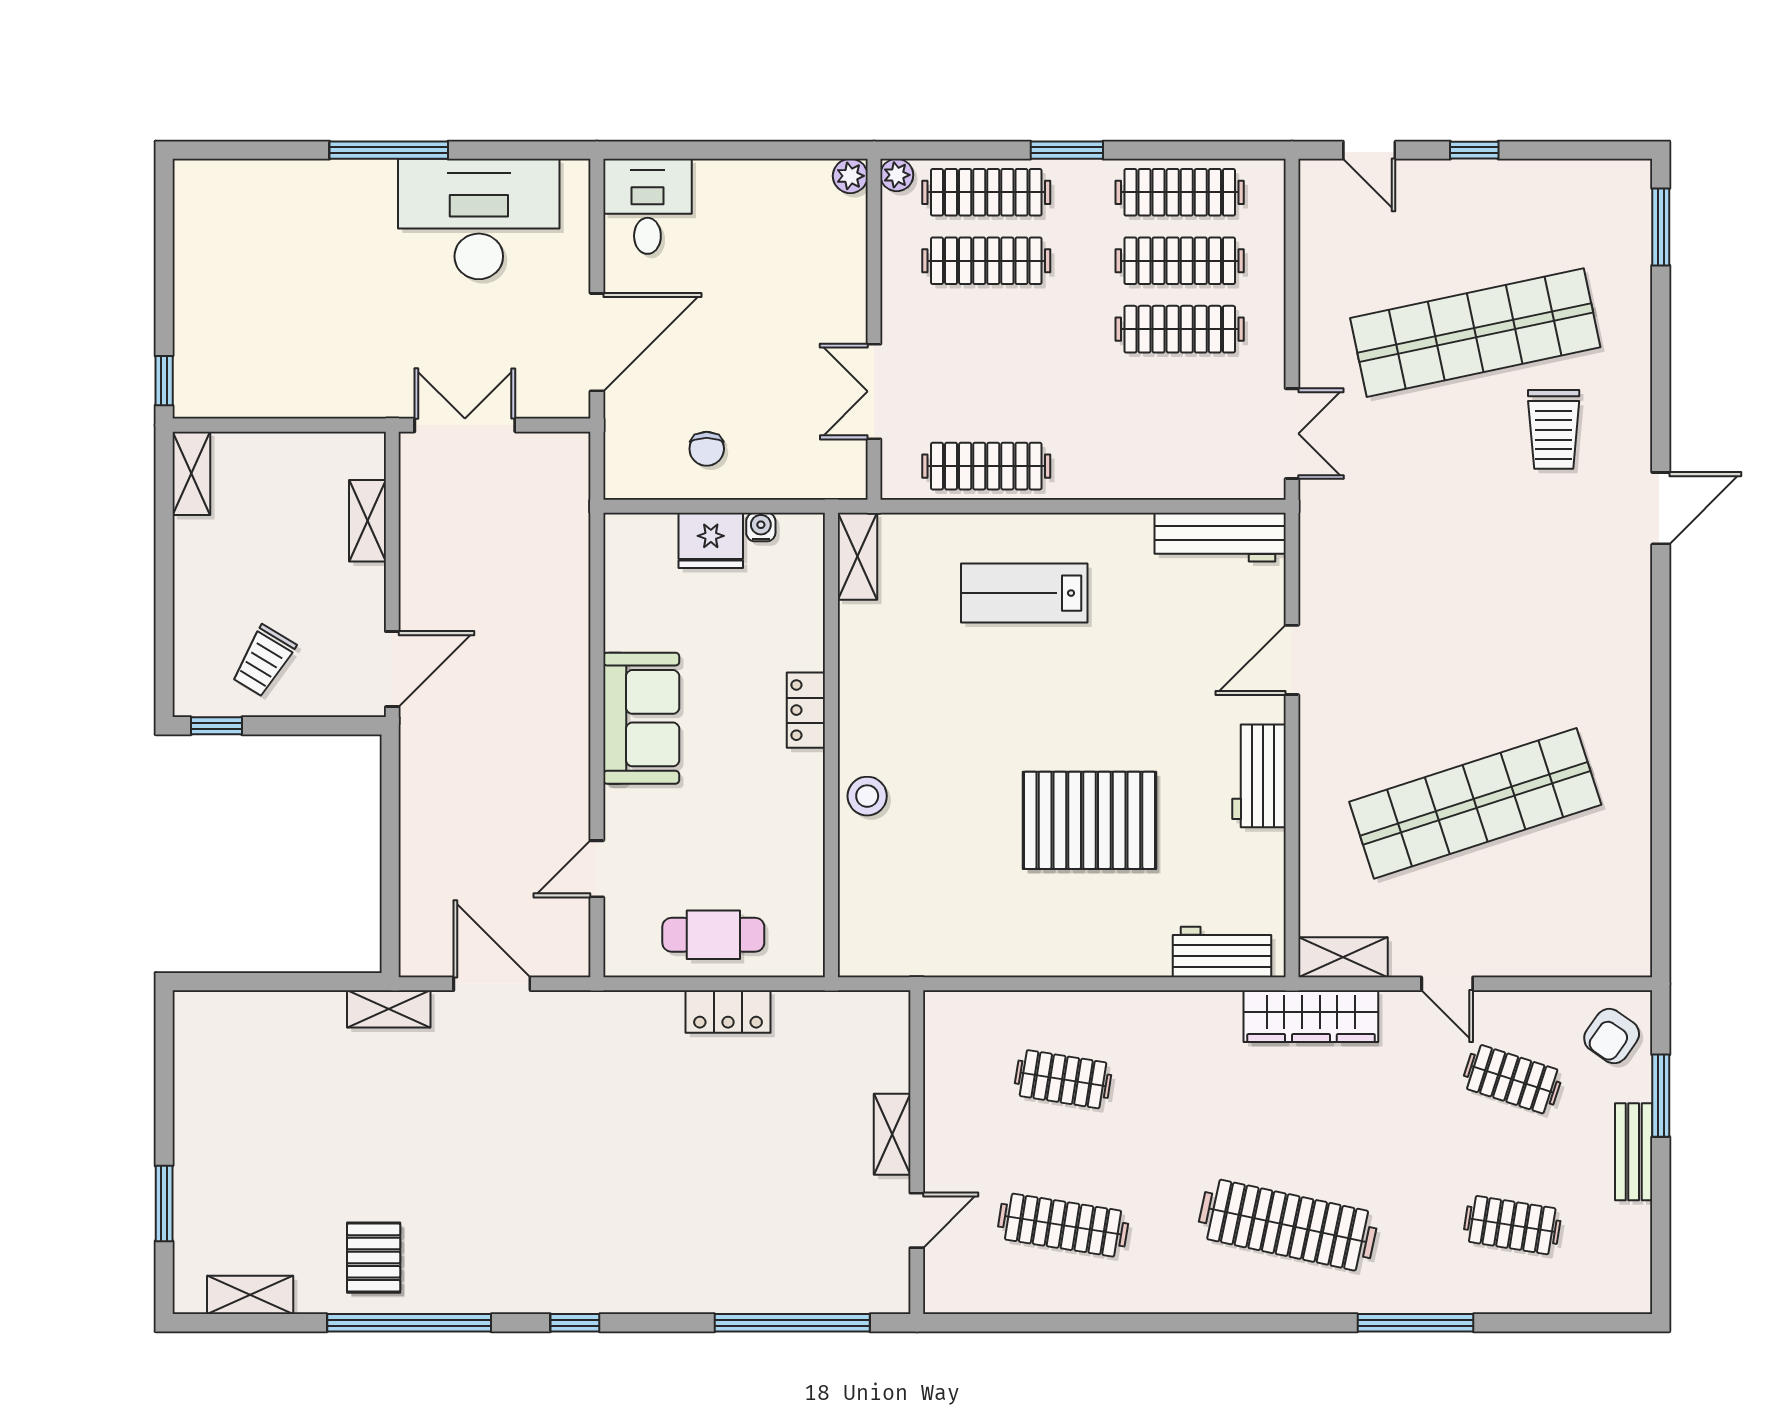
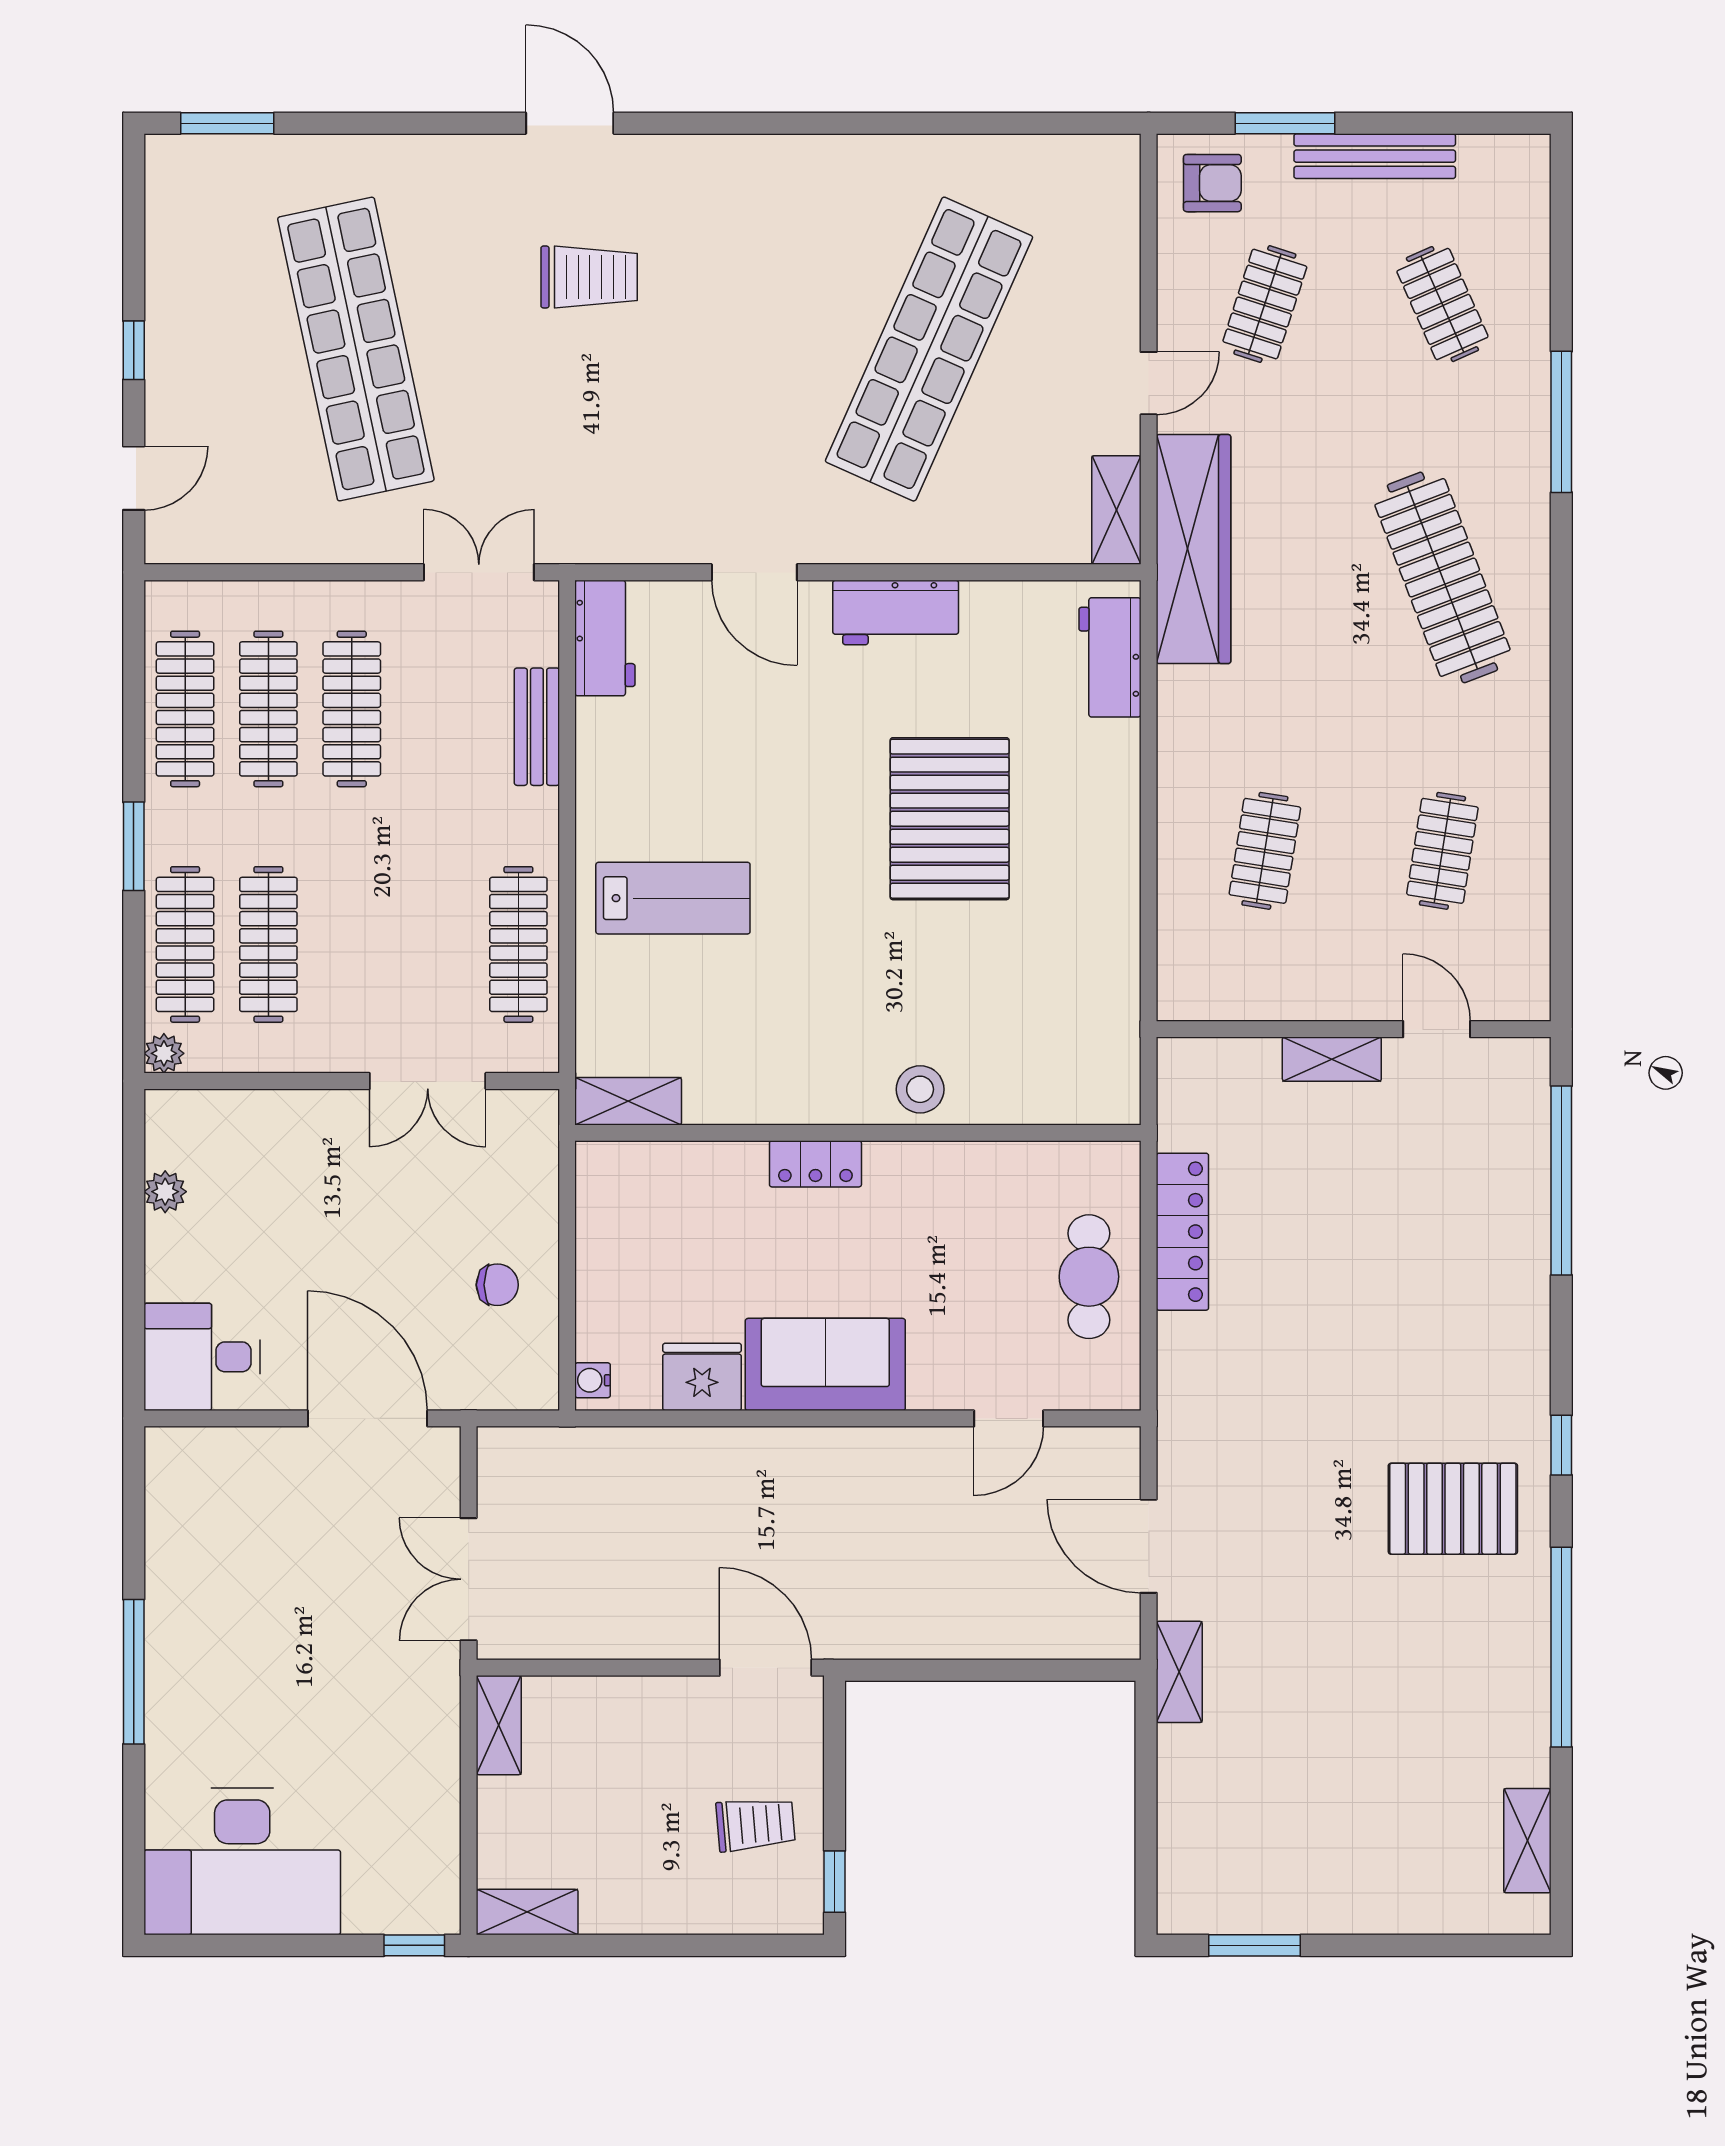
plant: (850, 176) -> (165, 1192), moved
desk: (479, 219) -> (242, 1862), moved, turned -90
trolley: (1554, 429) -> (589, 277), moved
bench: (1165, 481) -> (537, 727), added
shelving: (367, 521) -> (499, 1725), moved, turned 90
water cooler: (761, 527) -> (593, 1380), moved
workbench: (1220, 537) -> (605, 638), width x0.73
fridge: (711, 540) -> (702, 1377), moved, turned -90
lab bench: (1024, 593) -> (673, 898), turned -90
trolley: (263, 661) -> (756, 1824), turned -36
shop shelf: (1475, 803) -> (929, 349), turned 42
door: (597, 869) -> (1009, 1418), hinge flipped
door: (492, 984) -> (1149, 1546), hinge flipped
locker: (728, 1012) -> (1182, 1232), width x1.53
wardrobe: (1311, 1016) -> (1194, 549), width x1.40, depth x1.17
armchair: (1612, 1036) -> (1212, 183), turned -35
bench: (1634, 1152) -> (1375, 156), width x1.36
window: (164, 1203) -> (1255, 1945), moved
clothes rail: (1063, 1225) -> (1442, 851), width x0.73
clothes rail: (1288, 1225) -> (1442, 577), turned -33
clothes rail: (1512, 1225) -> (1442, 304), turned -33
pallet: (374, 1258) -> (1453, 1509), moved, width x1.50, depth x1.42

